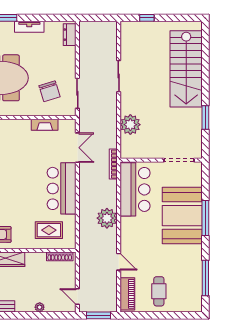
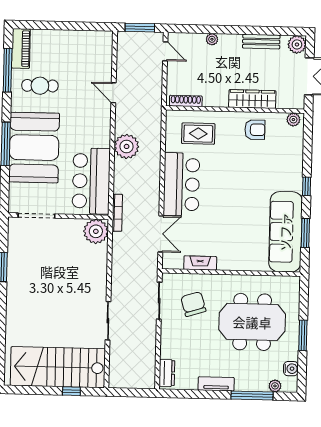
stairs: (186, 69) -> (58, 367), moved, turned -90
plant: (130, 125) -> (96, 231), moved
double door: (77, 148) -> (161, 234), swing flipped
cafe table: (159, 291) -> (40, 86), moved, turned 90
piano: (127, 294) -> (21, 48), moved, turned 180

